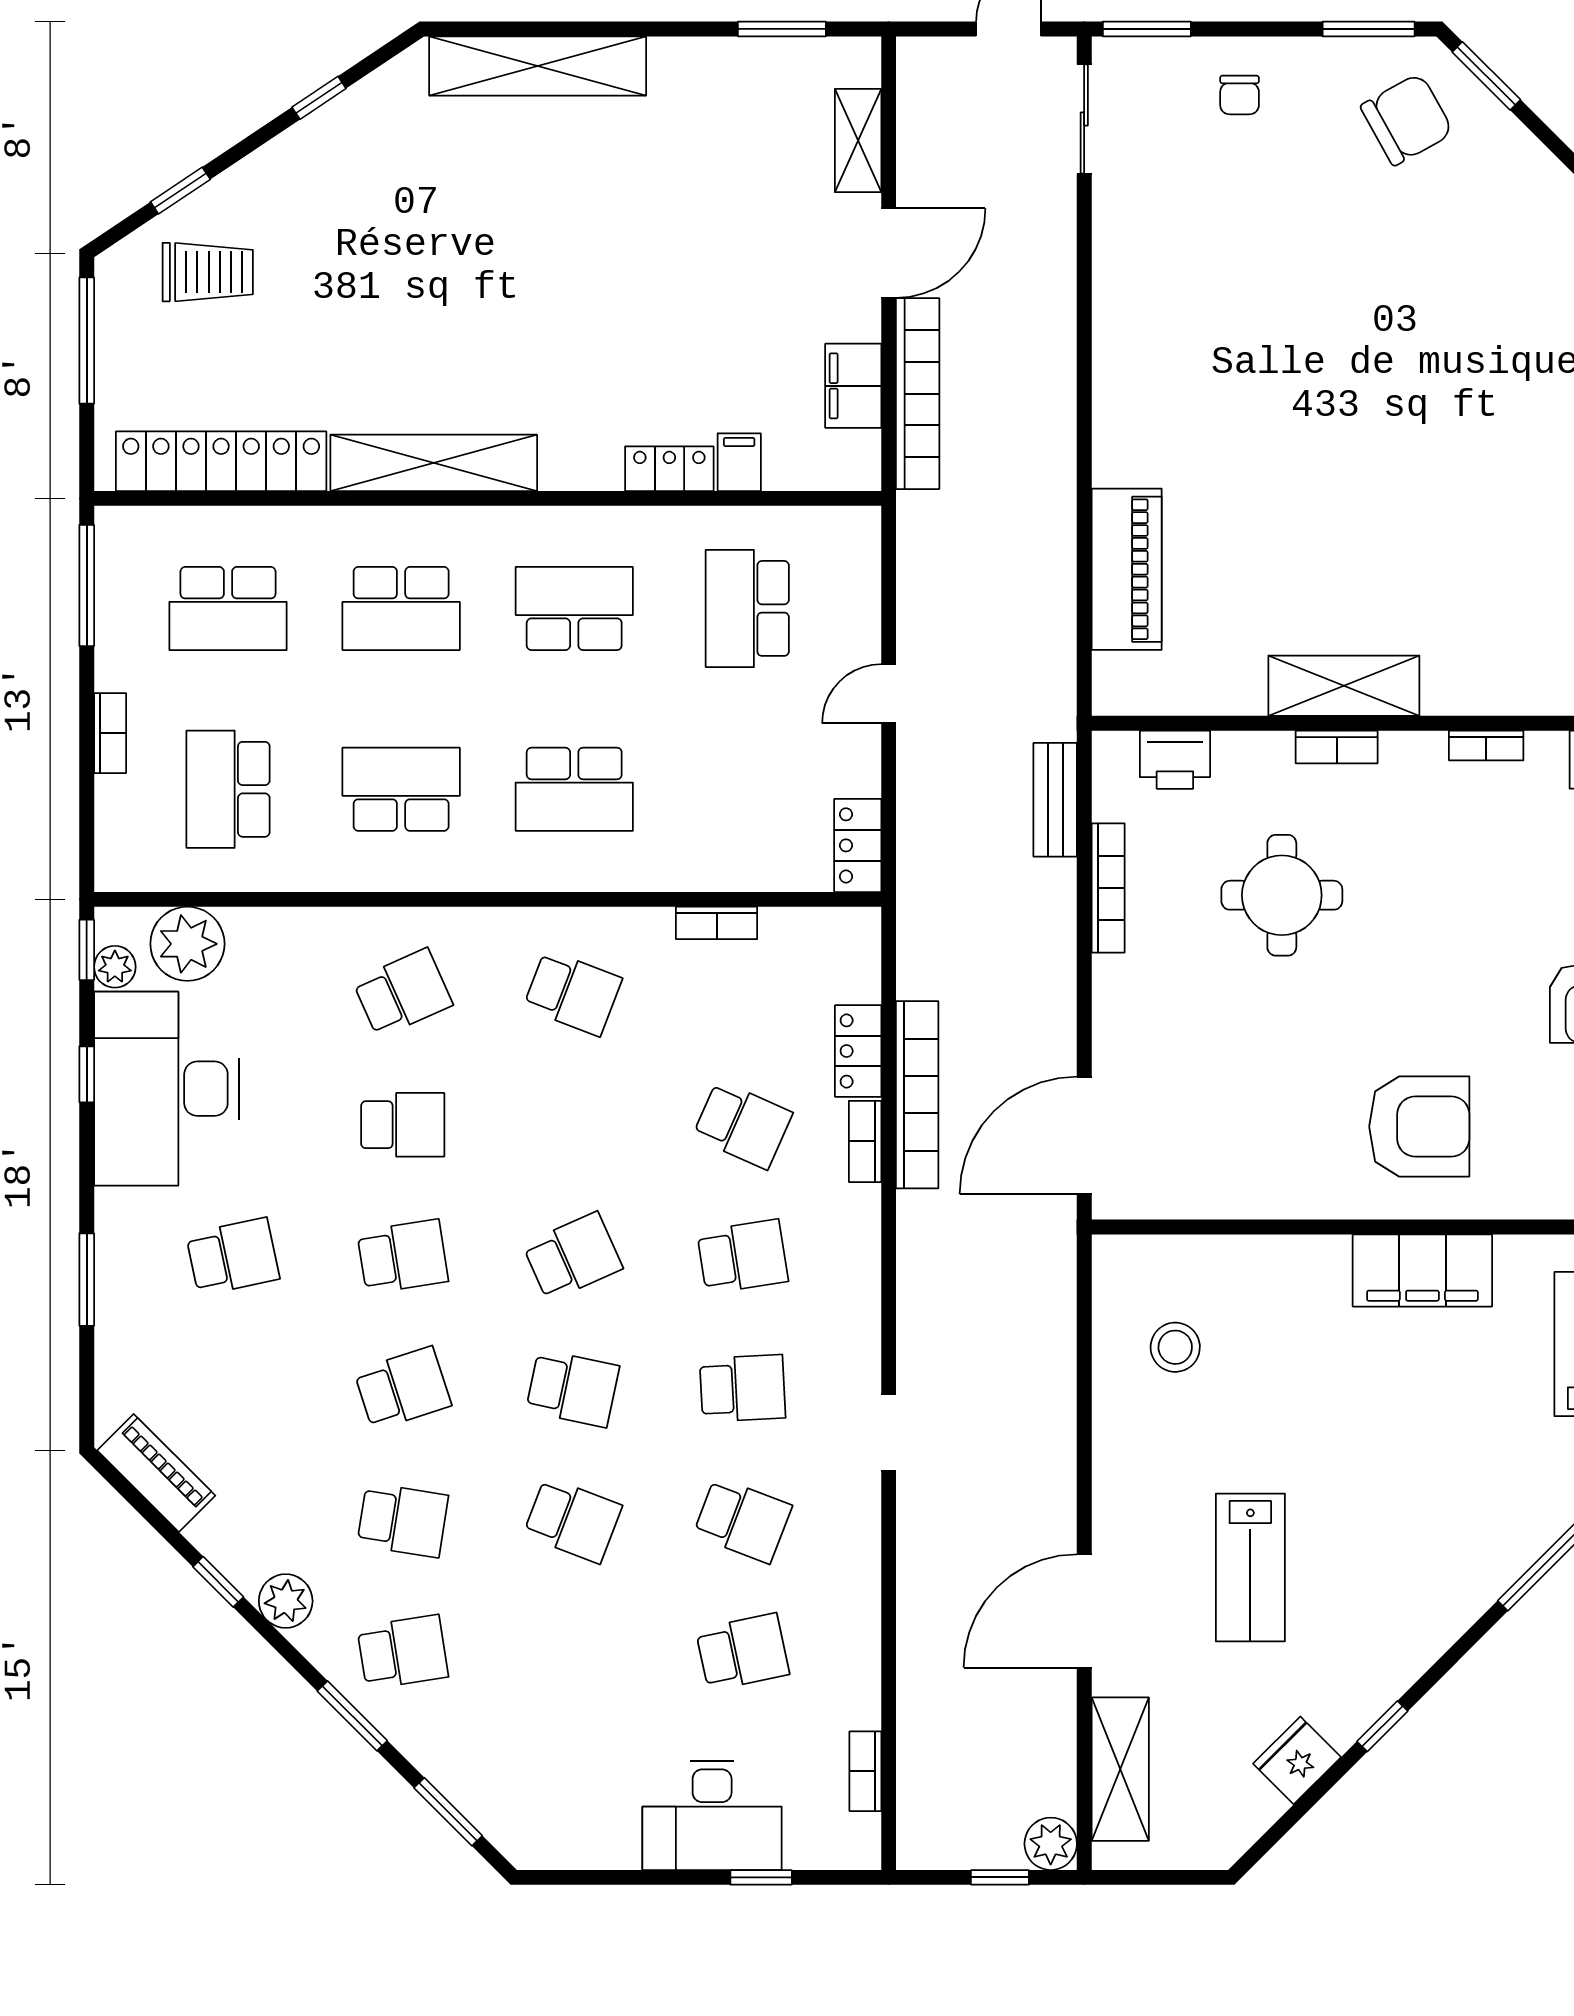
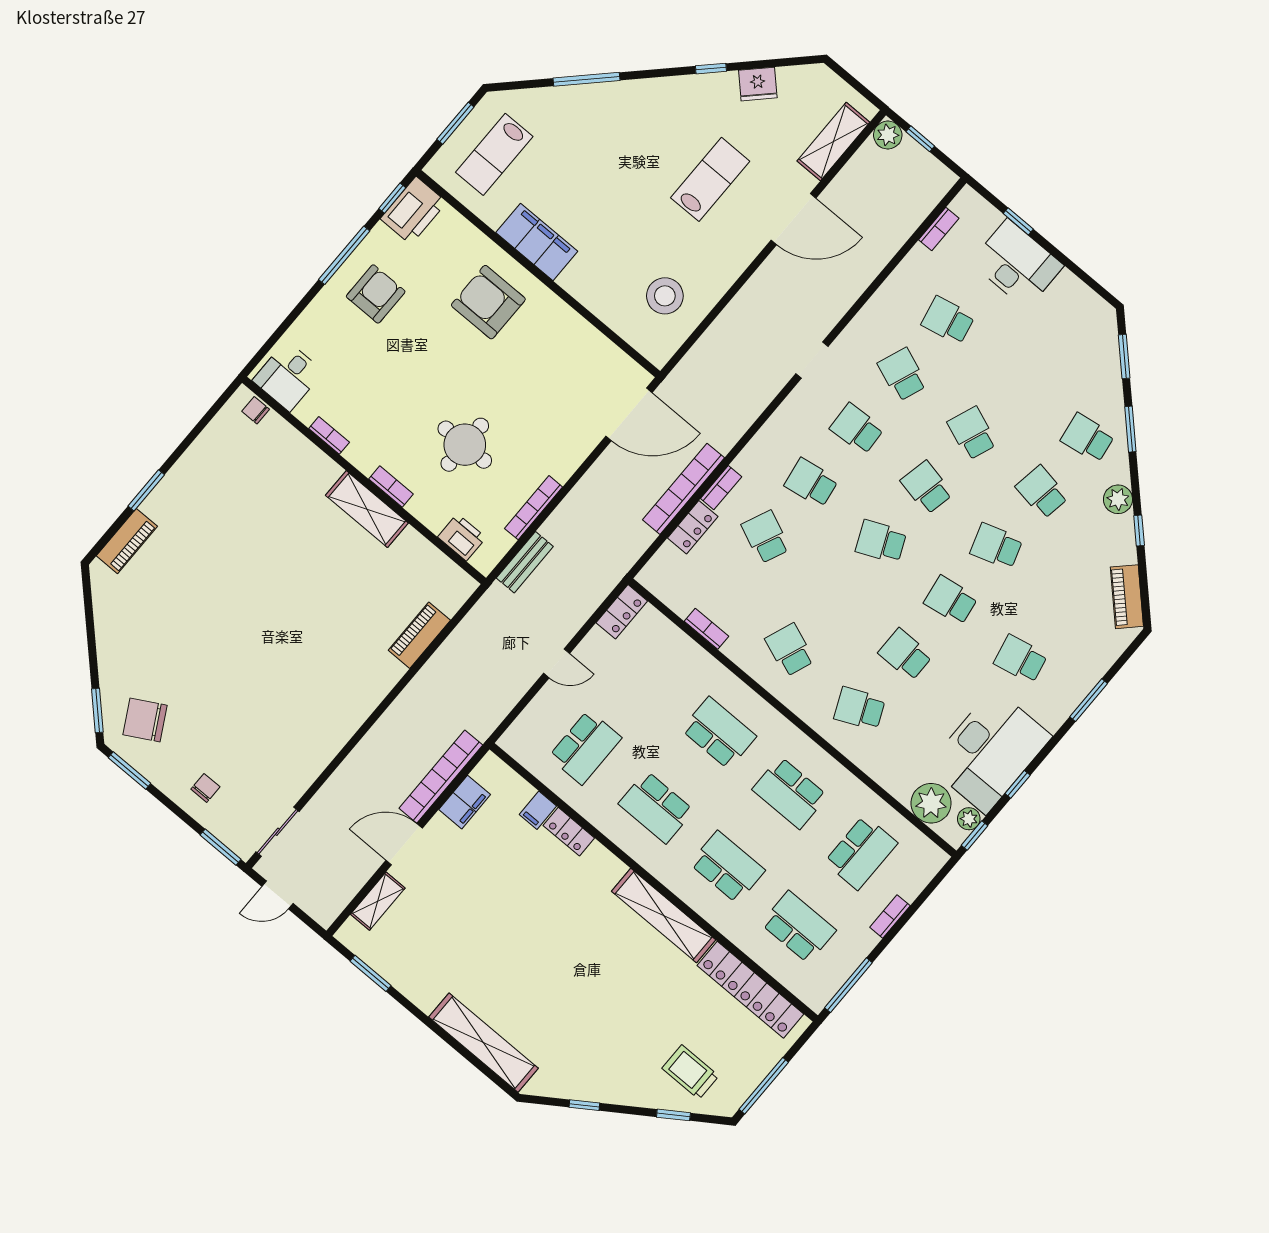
piano: (1127, 569) -> (419, 635), width x0.73, depth x0.75
stool: (1175, 1347) -> (665, 296), width x1.38, depth x1.38

